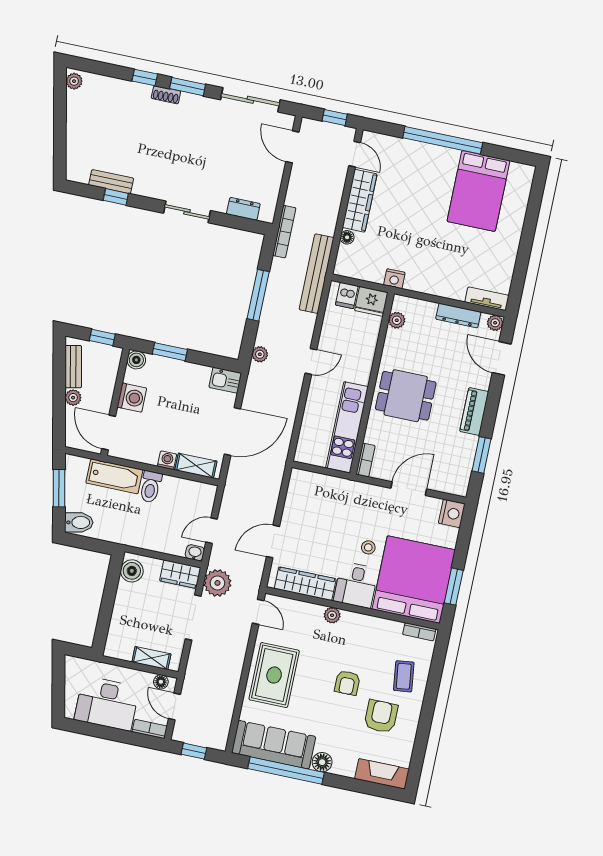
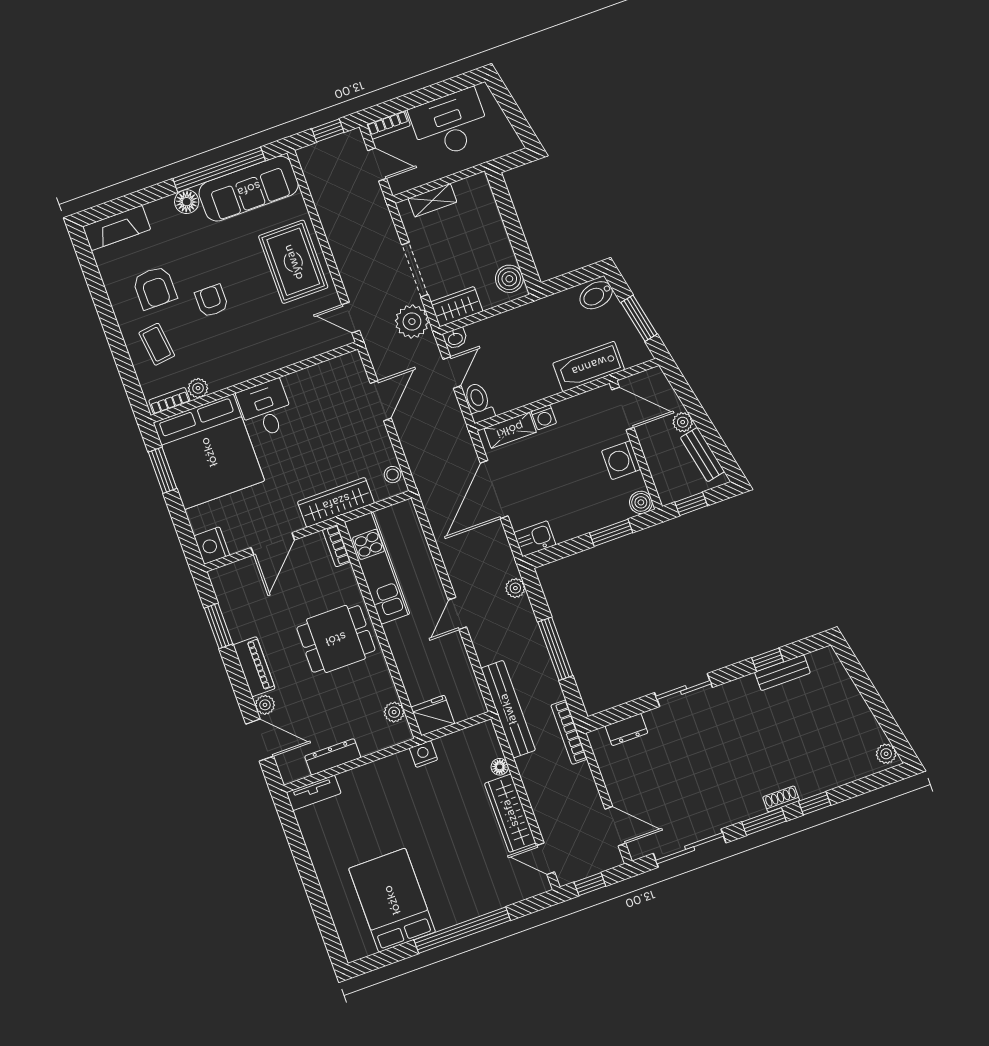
dishwasher: (347, 295) -> (462, 706), removed
plant: (495, 323) -> (265, 705), moved
toilet: (151, 487) -> (479, 402), moved
stool: (368, 547) -> (393, 475), moved
wardrobe: (305, 584) -> (336, 502), moved, turned 180
plant: (332, 615) -> (198, 388), moved
floor lamp: (161, 682) -> (407, 182), removed

